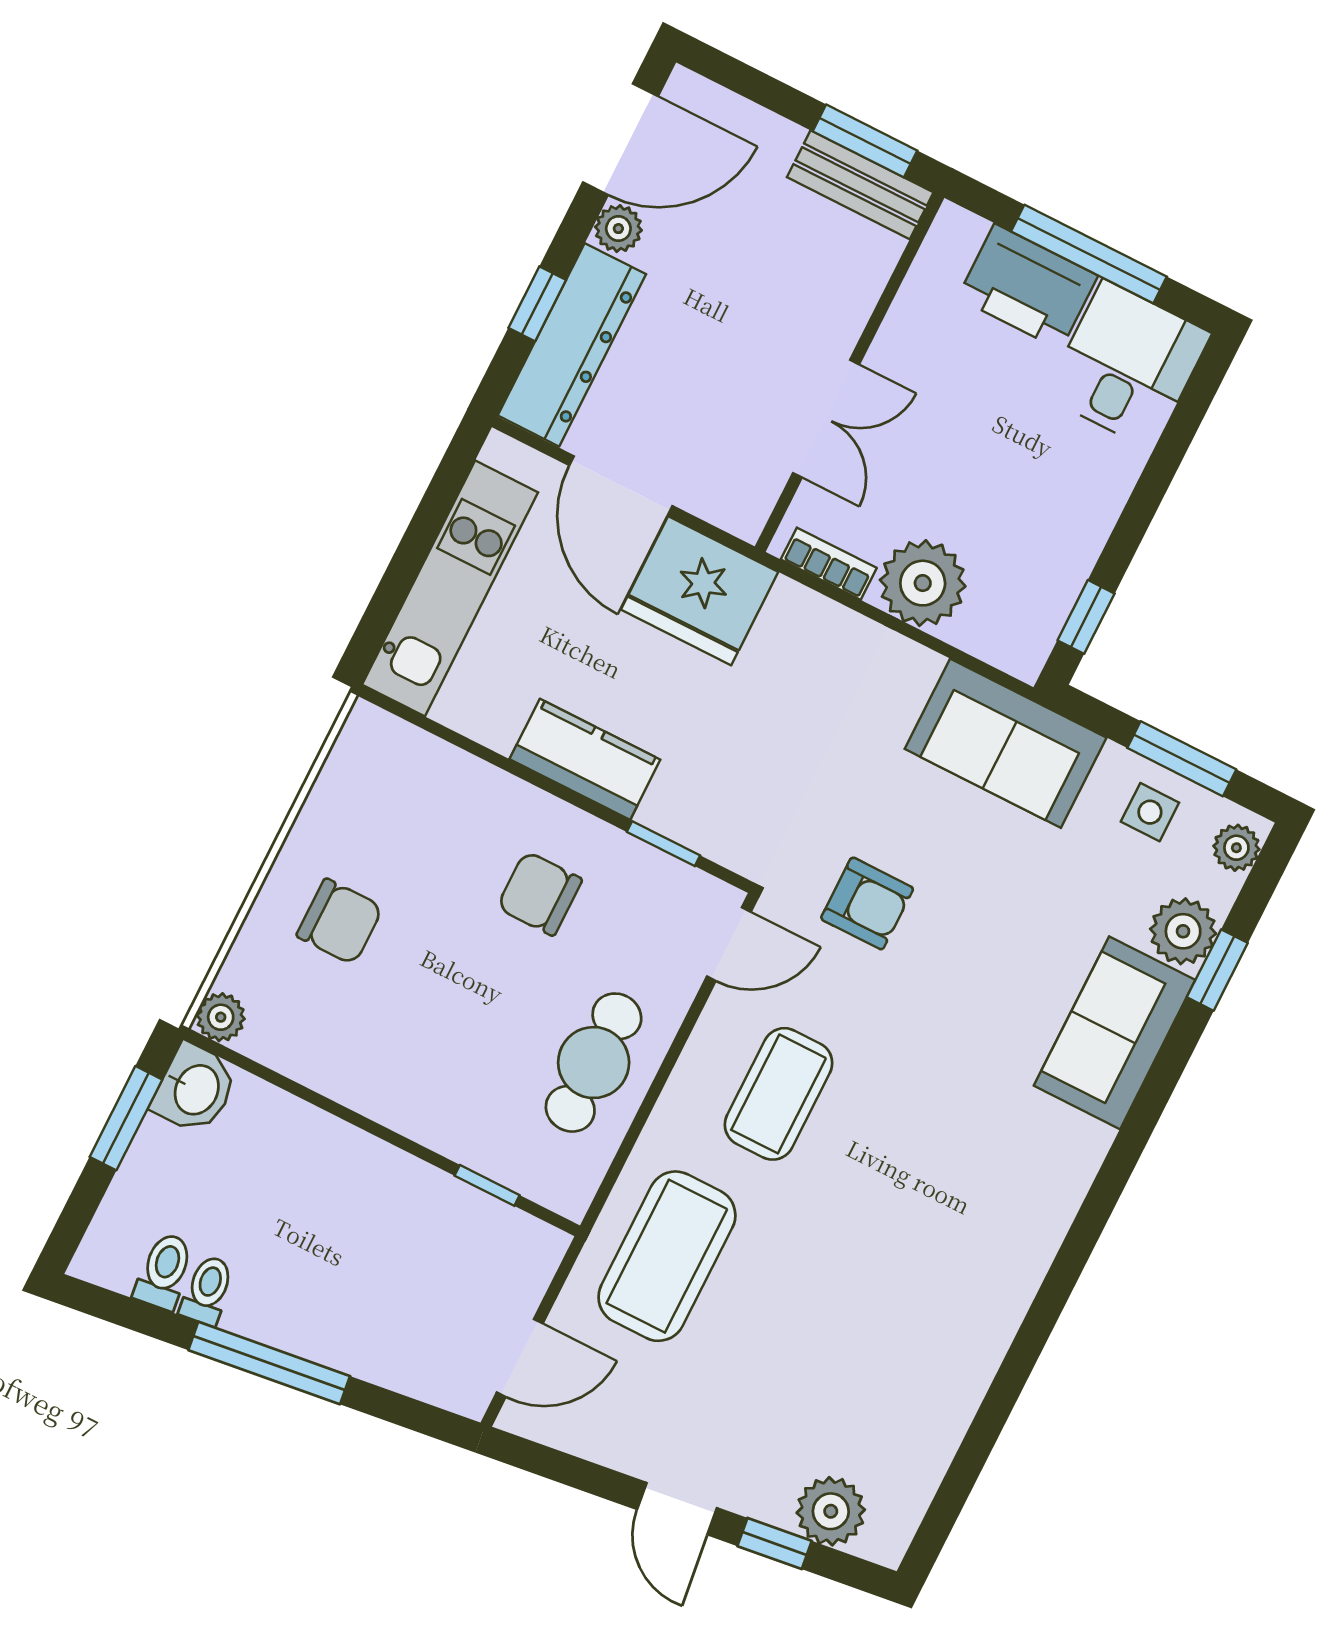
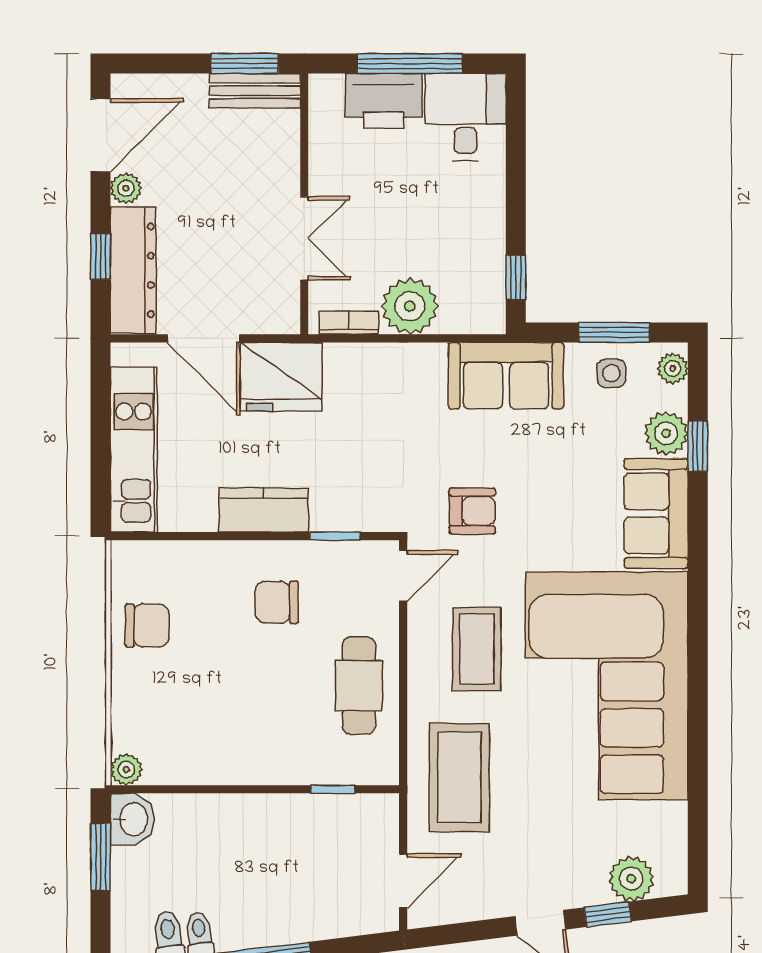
chair: (340, 922) -> (147, 626), moved
corner sofa: (930, 1233) -> (607, 686), added

